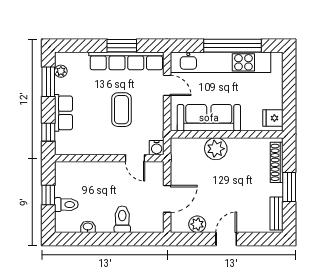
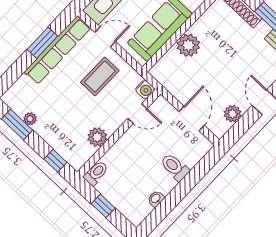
plant: (61, 71) -> (30, 119), moved
coffee table: (121, 110) -> (100, 76), moved, turned 90
row of seats: (63, 113) -> (52, 135), removed
plant: (92, 146) -> (97, 137), added
toilet: (66, 205) -> (96, 173), moved

